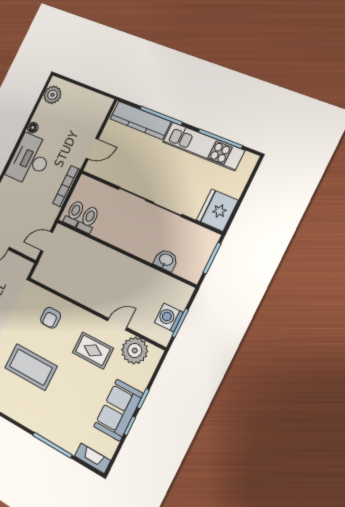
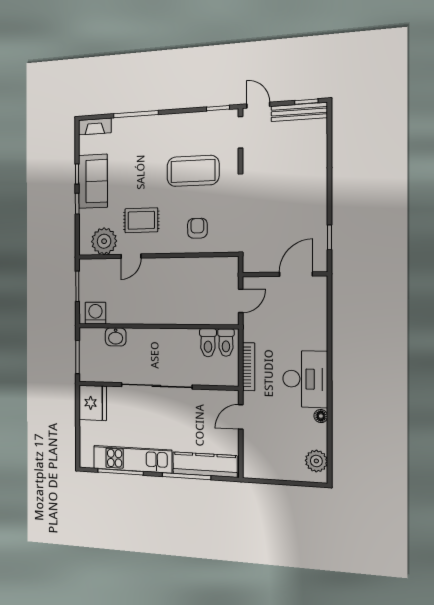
washing machine: (169, 318) -> (95, 313), moved, turned -90

